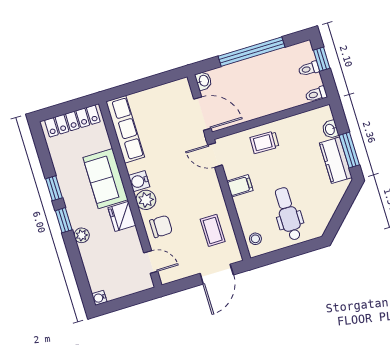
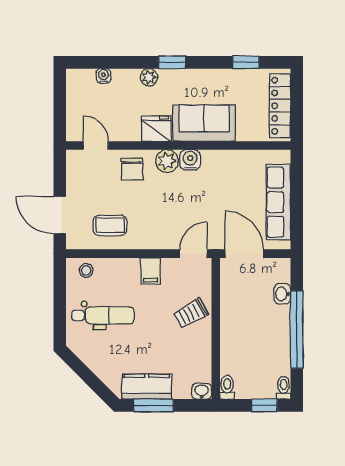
toilet: (309, 69) -> (284, 388), moved
washbasin: (203, 81) -> (282, 294), moved, turned 90
door: (202, 114) -> (244, 254), swing flipped
row of seats: (125, 129) -> (278, 202), moved, turned 90
washbasin: (330, 129) -> (202, 391), moved
trolley: (265, 142) -> (191, 313), turned -121
window: (54, 188) -> (246, 62), moved
door: (151, 262) -> (96, 146), swing flipped
water cooler: (99, 298) -> (104, 76), moved

